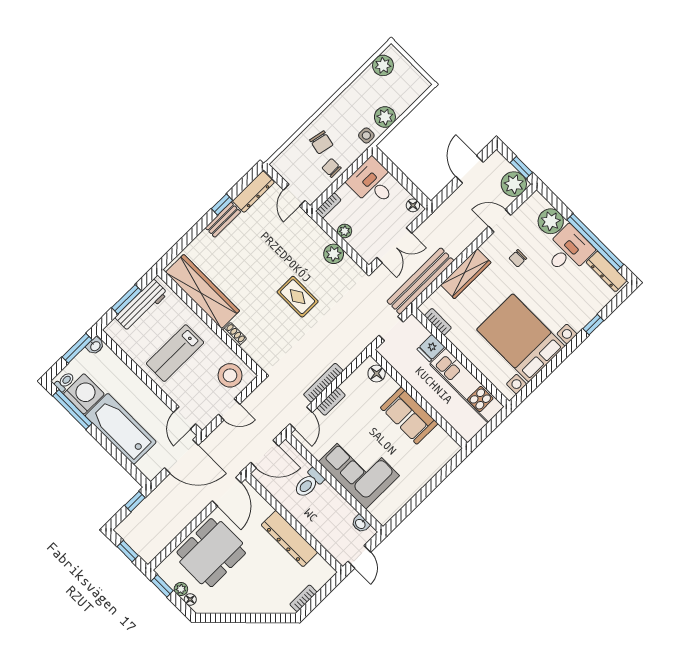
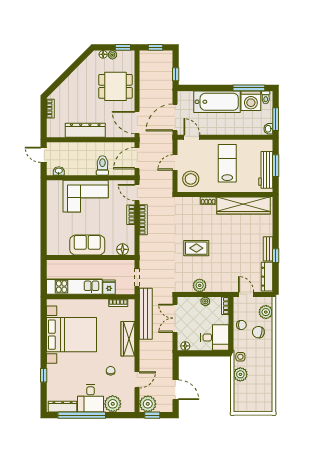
plant: (383, 65) -> (266, 312), moved
dining table: (211, 553) -> (115, 86), width x0.73

